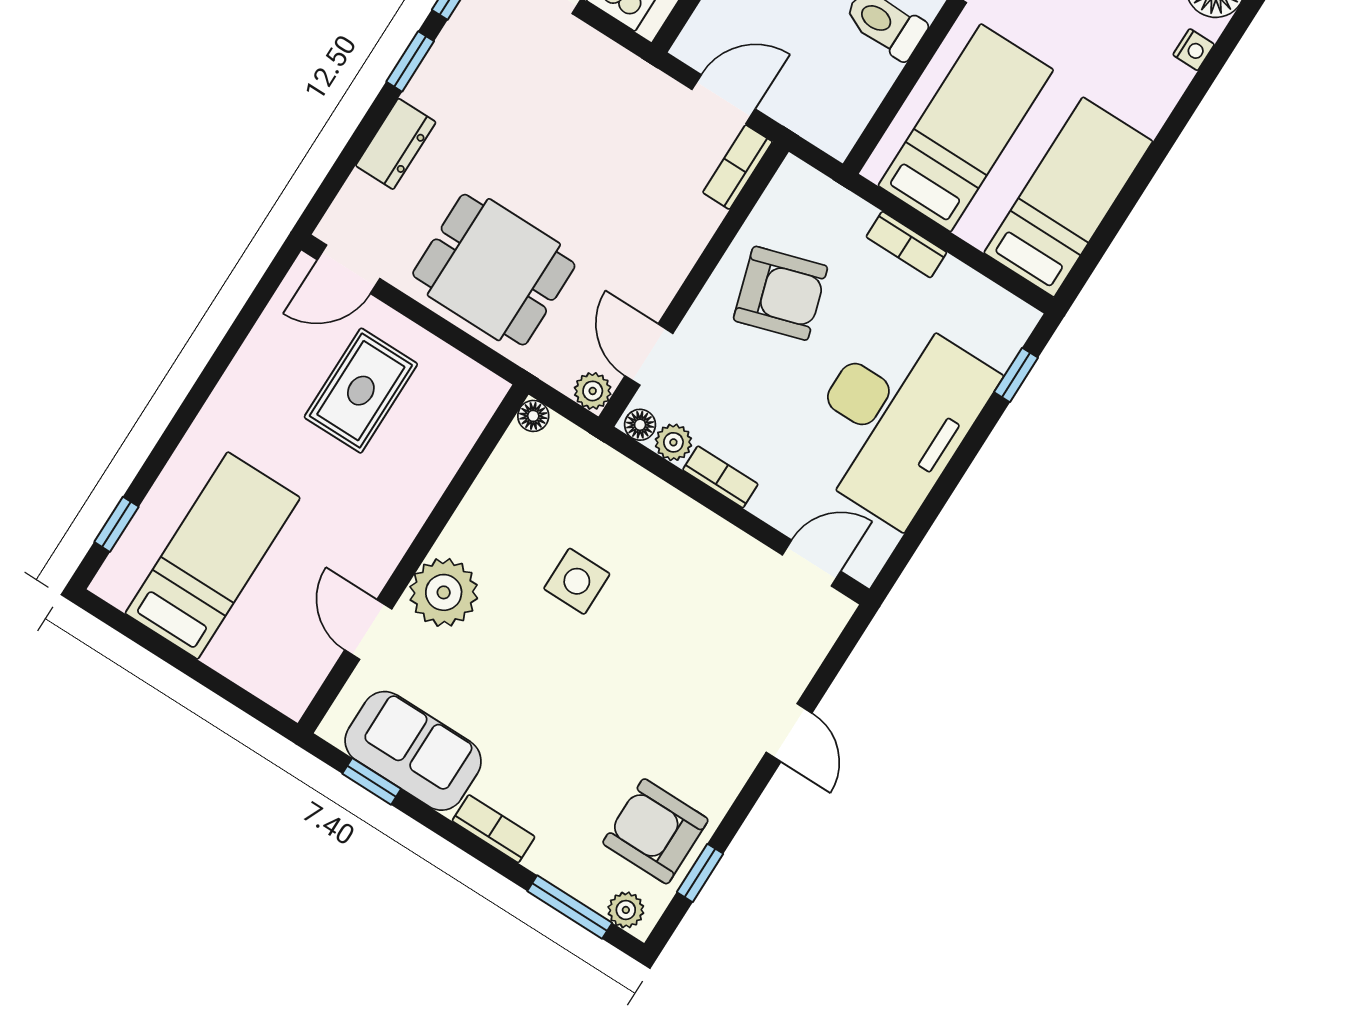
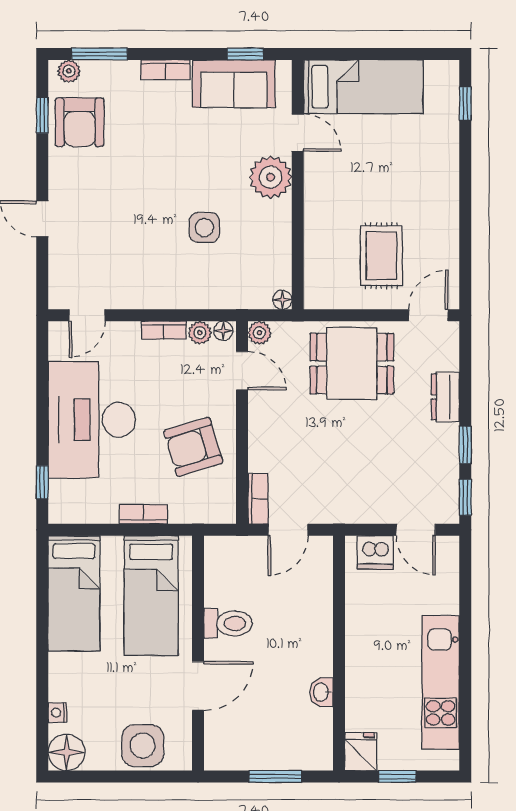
bed: (213, 556) -> (363, 87), moved, turned -90
armchair: (655, 831) -> (80, 122), turned 90

